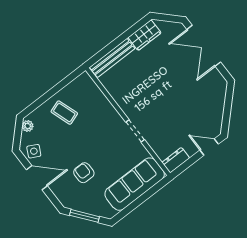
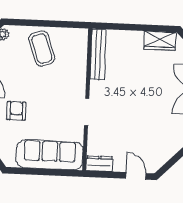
bench: (112, 58) -> (98, 55), moved, turned 90
coffee table: (64, 113) -> (42, 48), width x1.36, depth x1.30

